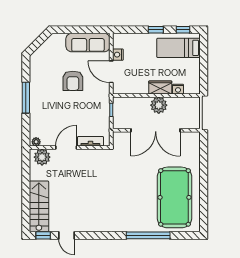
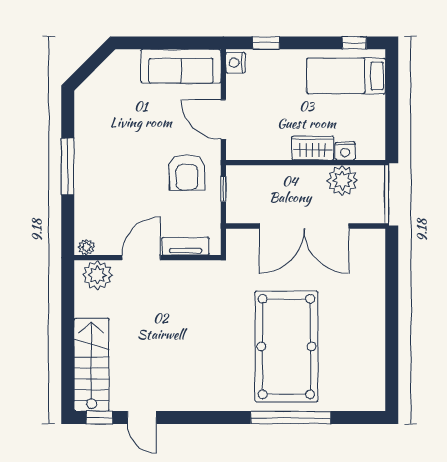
window: (156, 30) -> (266, 43), moved
nightstand: (118, 55) -> (236, 63), moved
armchair: (73, 81) -> (187, 172), moved
plant: (159, 105) -> (342, 180), moved
pool table: (174, 197) -> (286, 347), moved

